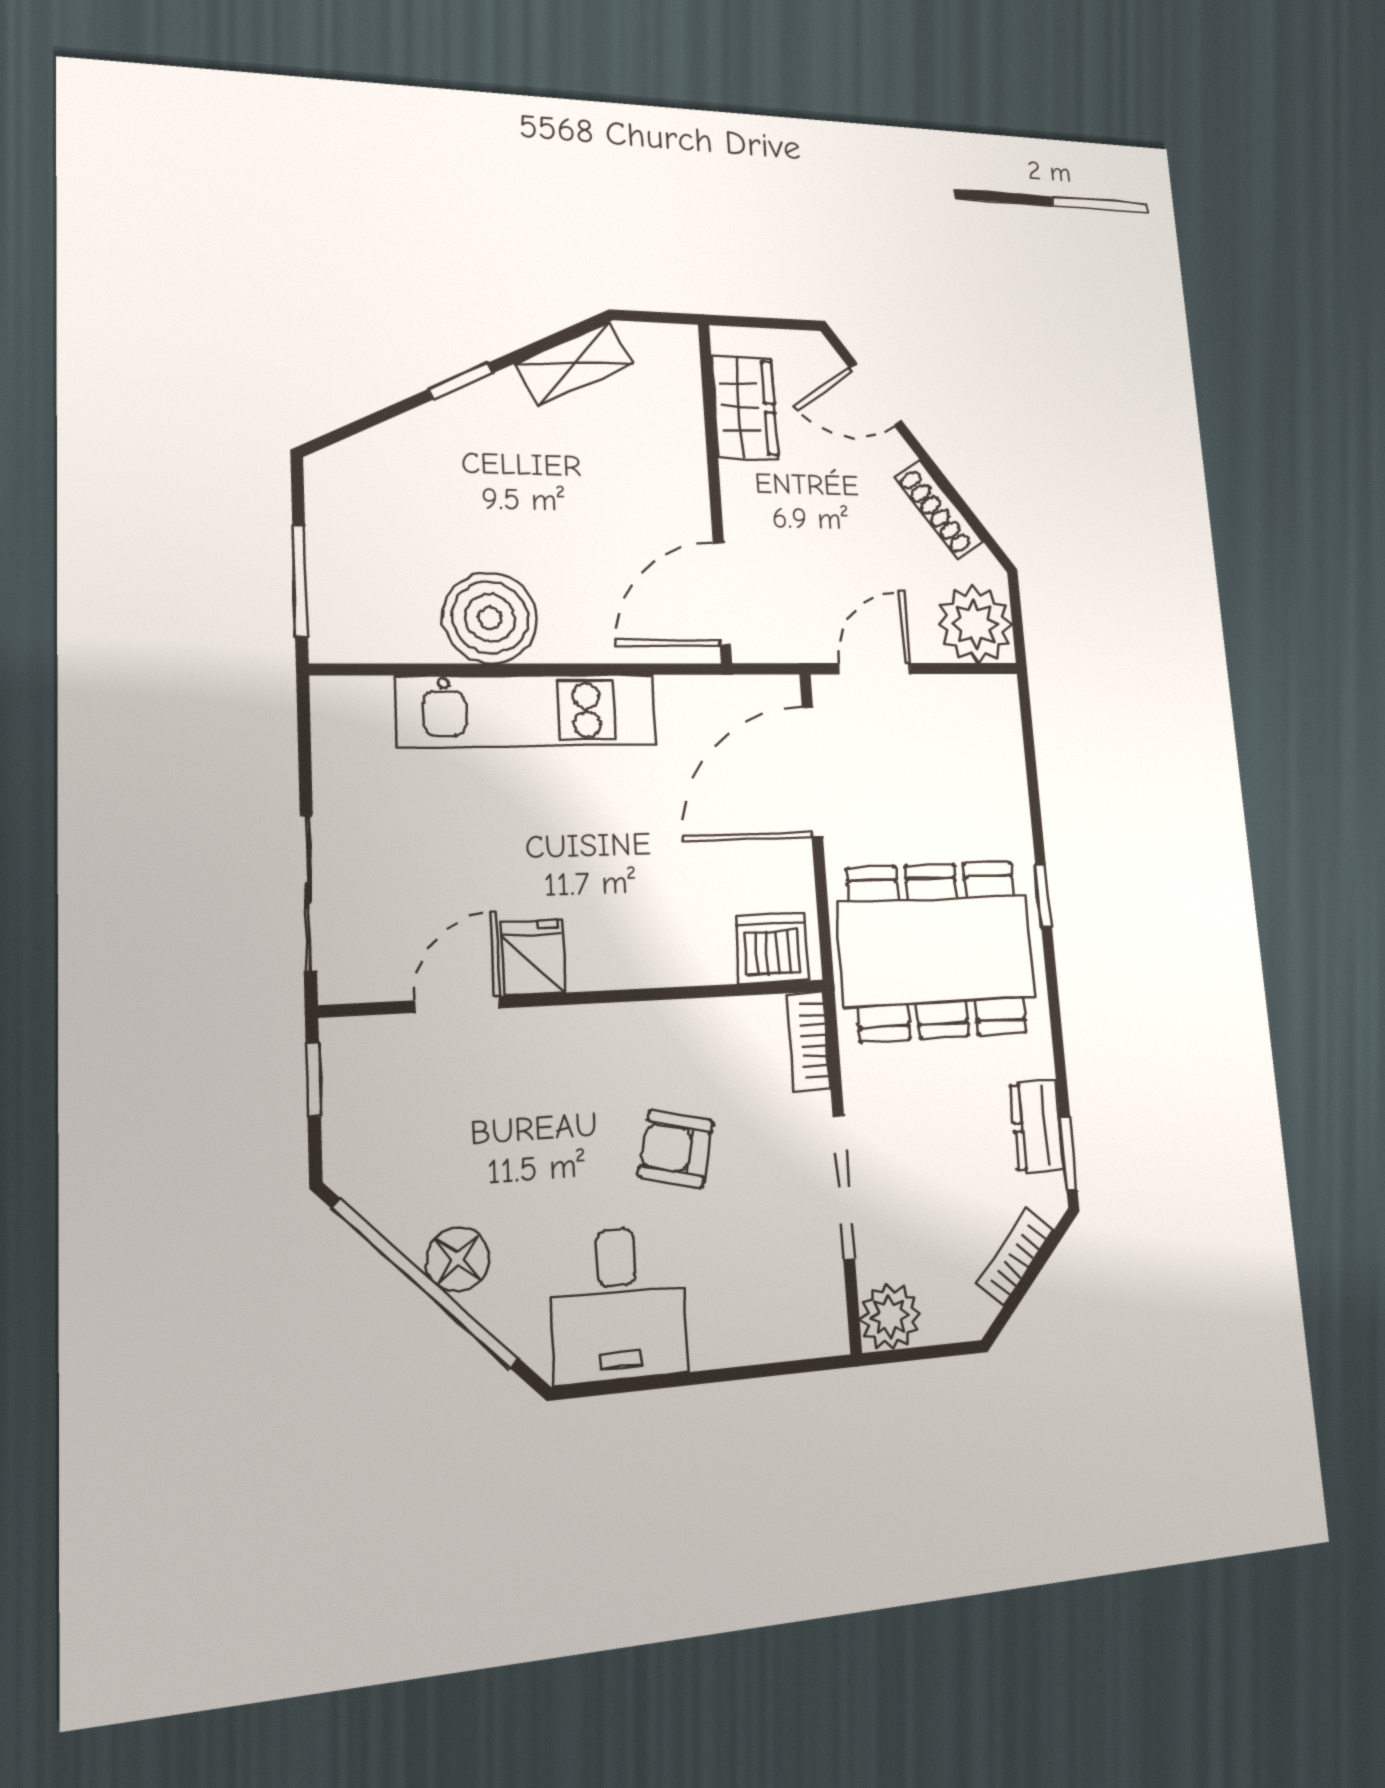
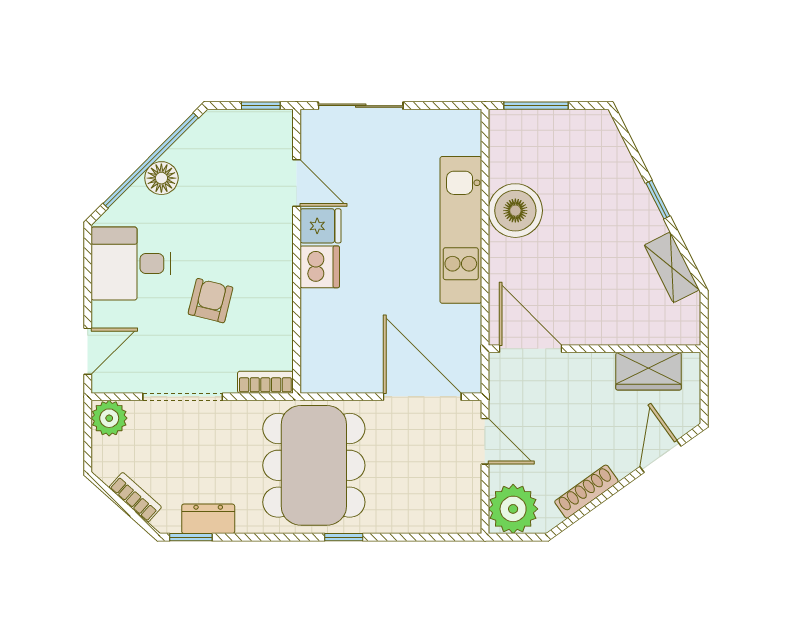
dishwasher: (772, 948) -> (320, 267), moved
door: (779, 1369) -> (88, 351), added

